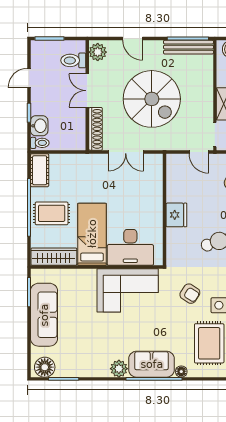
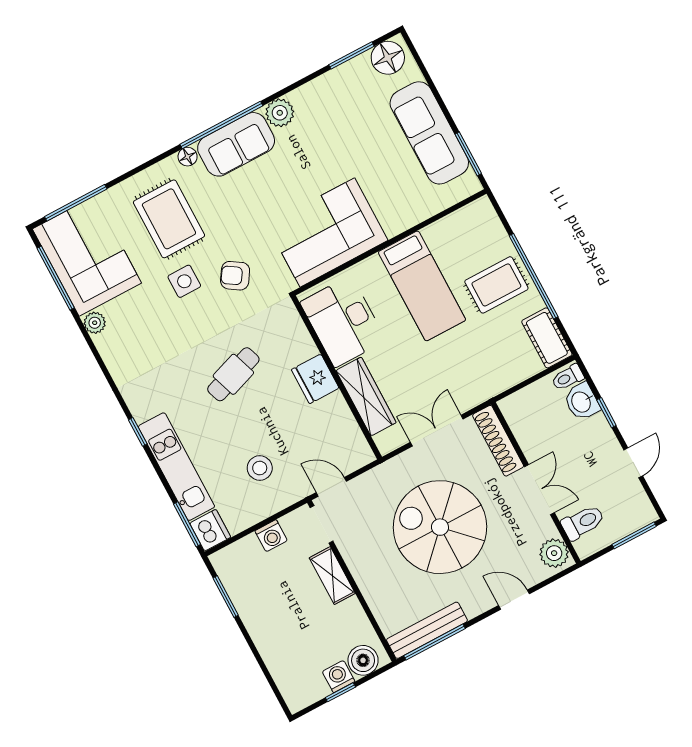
desk: (130, 247) -> (343, 321), moved, turned -90
wardrobe: (54, 257) -> (366, 397), moved, turned -90

